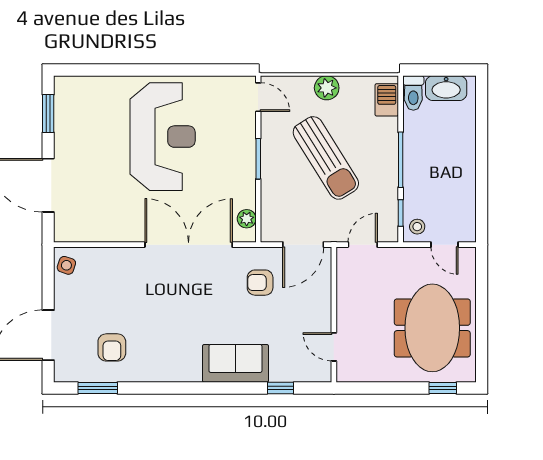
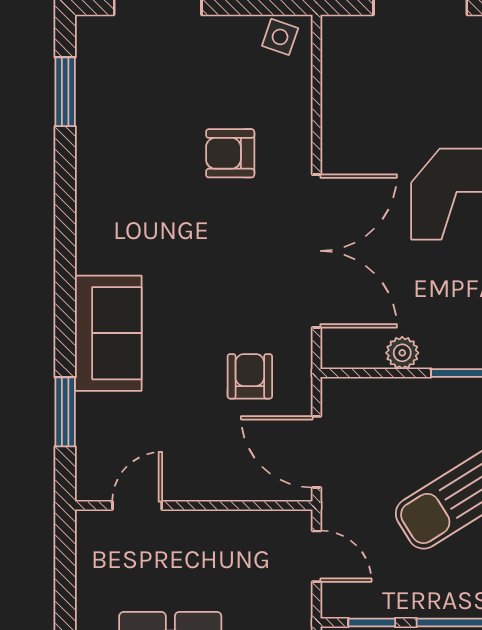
plant: (247, 219) -> (402, 353), moved
armchair: (112, 347) -> (230, 153), moved
window: (280, 388) -> (65, 412), width x1.50

